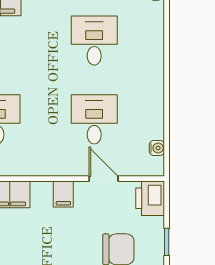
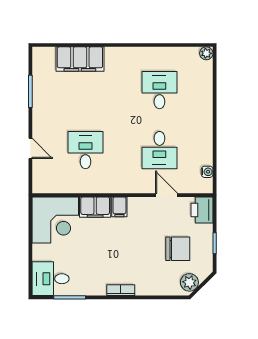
desk: (94, 119) -> (159, 150), turned 180
filing cabinet: (63, 194) -> (119, 207), moved

